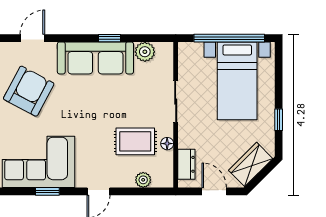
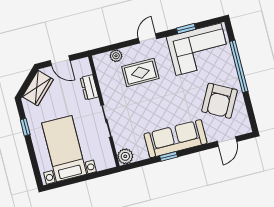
window: (229, 38) -> (78, 179), removed
plant: (145, 52) -> (125, 156), moved
rug: (135, 141) -> (140, 73), moved
floor lamp: (167, 144) -> (105, 88), removed
dresser: (186, 164) -> (89, 87), moved

